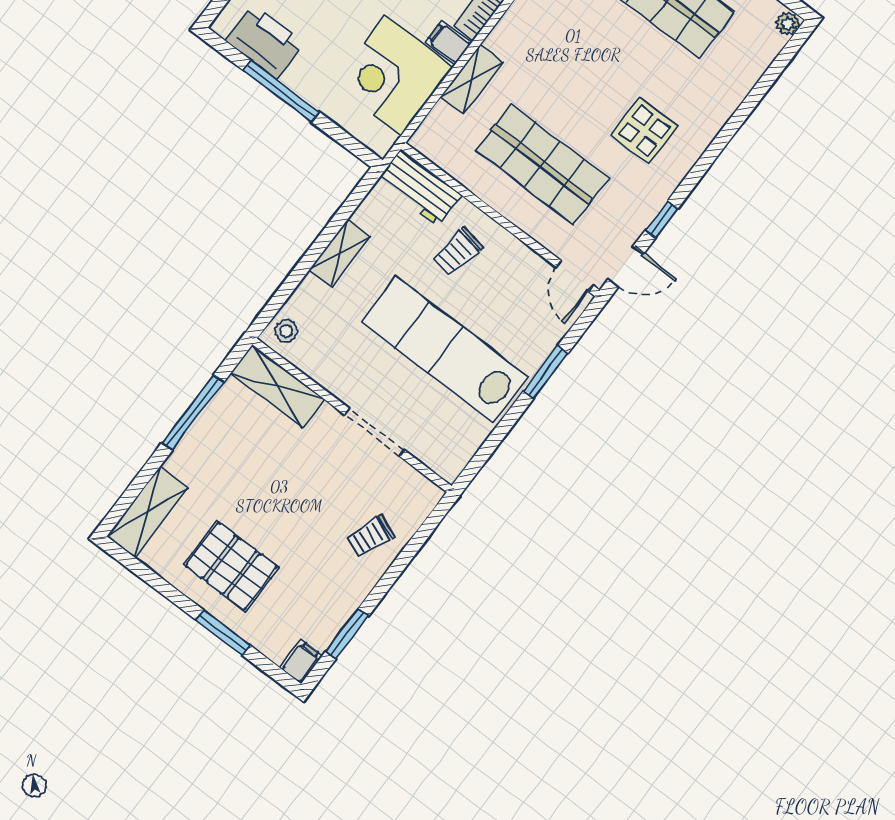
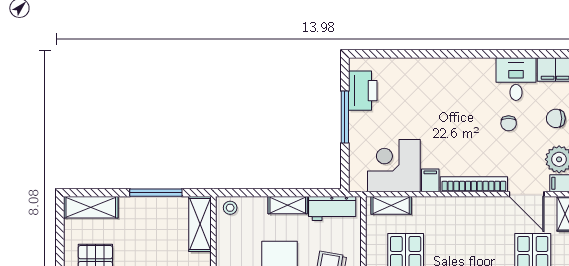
shelving: (472, 80) -> (391, 205), moved
workbench: (419, 188) -> (332, 208), moved, turned -90

